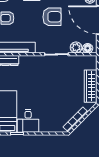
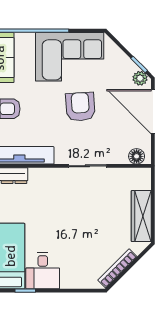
armchair: (52, 17) -> (80, 107), turned -94
plant: (76, 48) -> (118, 155), removed

